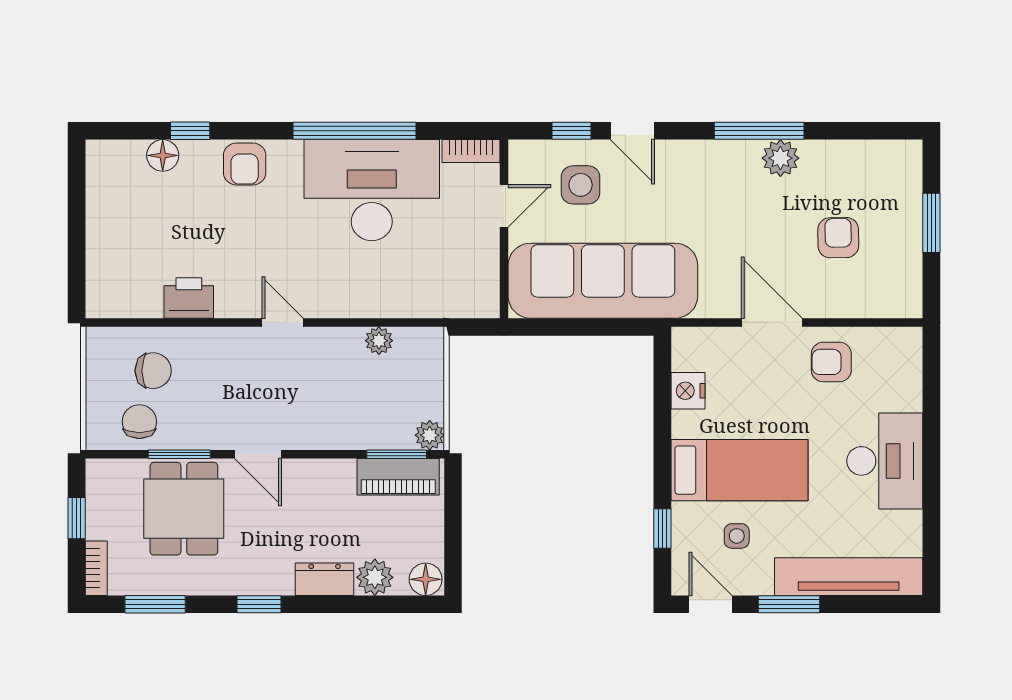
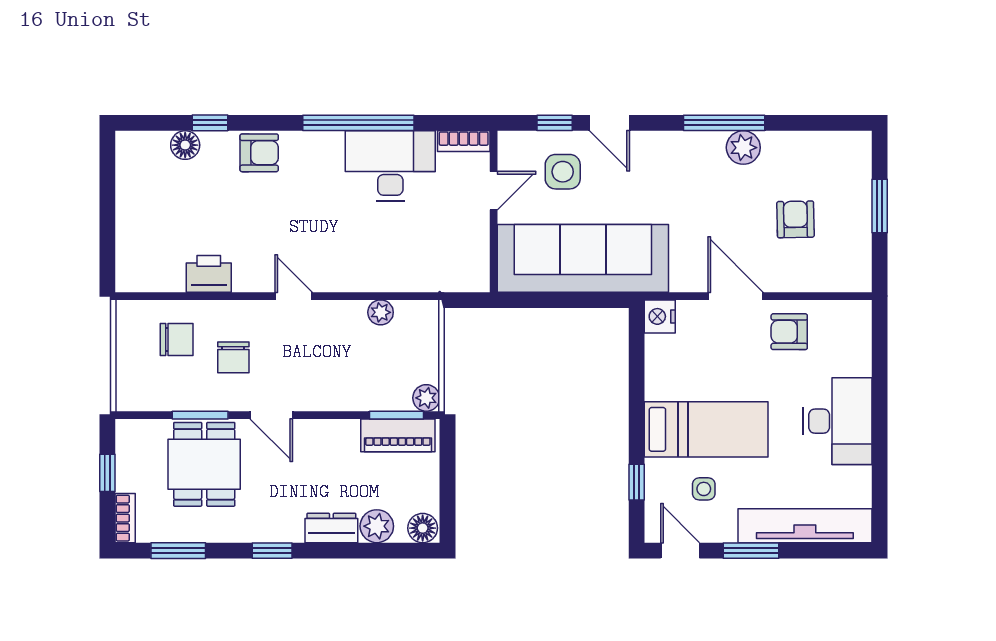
armchair: (245, 164) -> (259, 153), turned -90
desk: (372, 190) -> (390, 166), width x0.73, depth x0.77
nightstand: (688, 391) -> (660, 316), moved
chair: (139, 422) -> (233, 357), moved, turned 180

